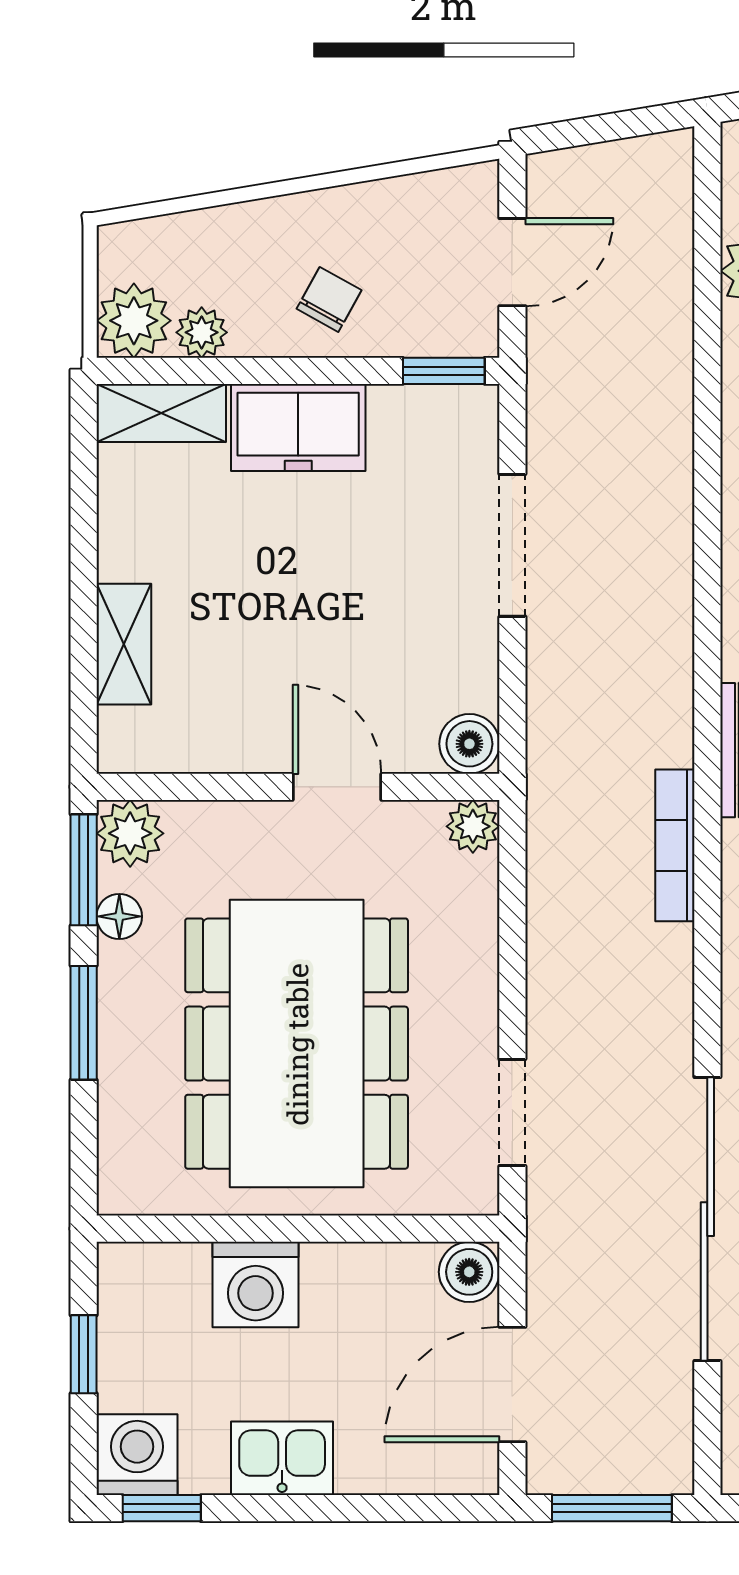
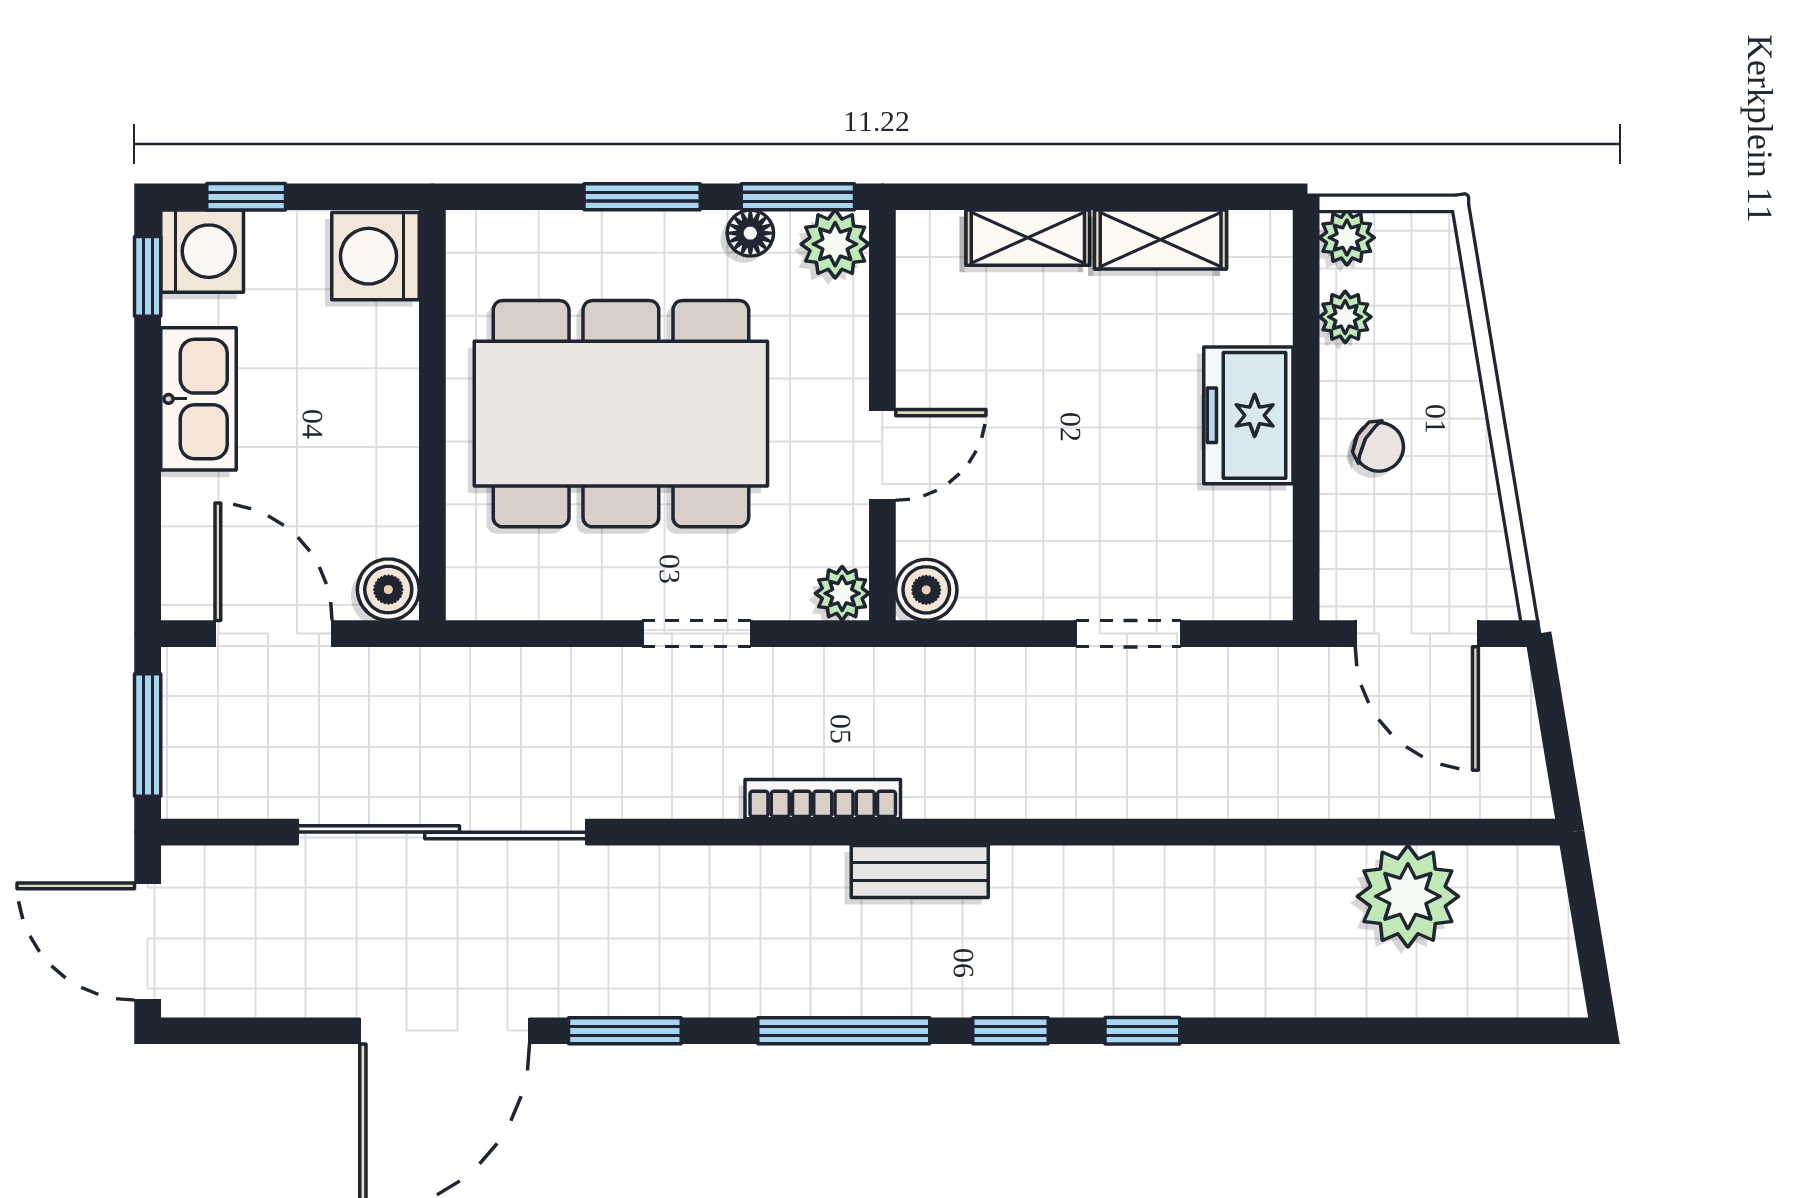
door: (512, 262) -> (1417, 634), width x1.38
plant: (134, 321) -> (1347, 238), width x0.73, depth x0.73
window: (444, 371) -> (1306, 564), removed
shelving: (161, 413) -> (1161, 240), moved, turned 90
doorway: (512, 545) -> (1128, 634), width x0.73
doorway: (512, 1112) -> (697, 634), moved
washing machine: (256, 1285) -> (375, 256), moved
window: (84, 1354) -> (246, 197), moved
kitchen sink: (282, 1458) -> (199, 399), width x1.38

